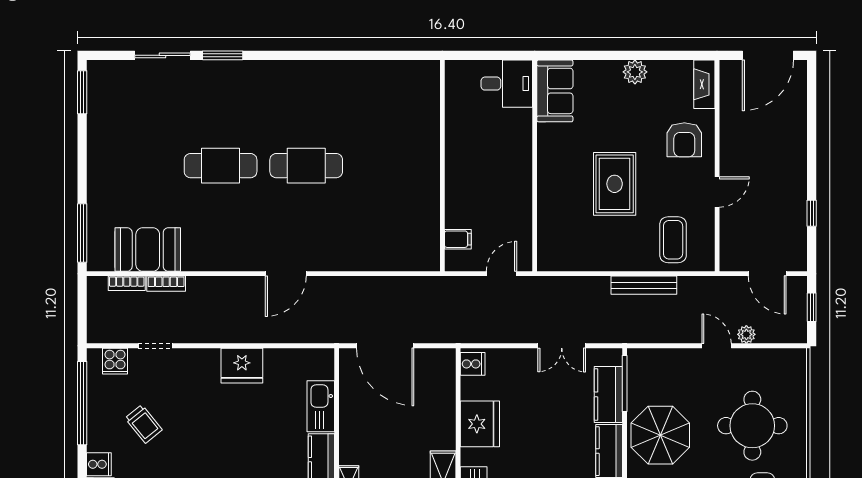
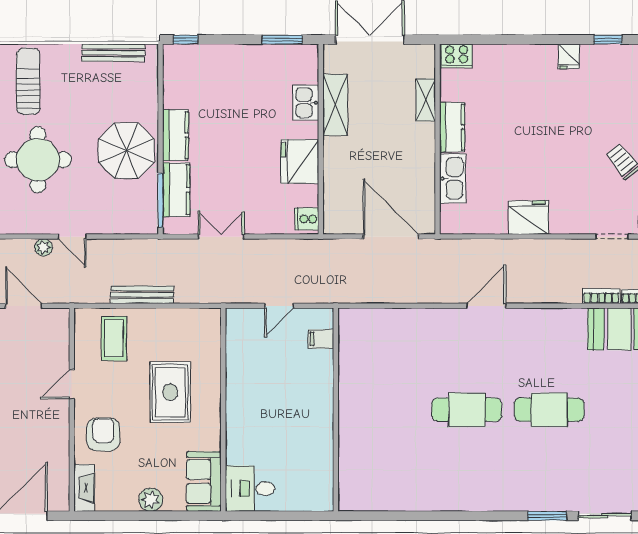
desk: (507, 84) -> (250, 489), moved
sofa: (555, 91) -> (204, 482), moved
wall: (535, 166) -> (223, 410), moved

